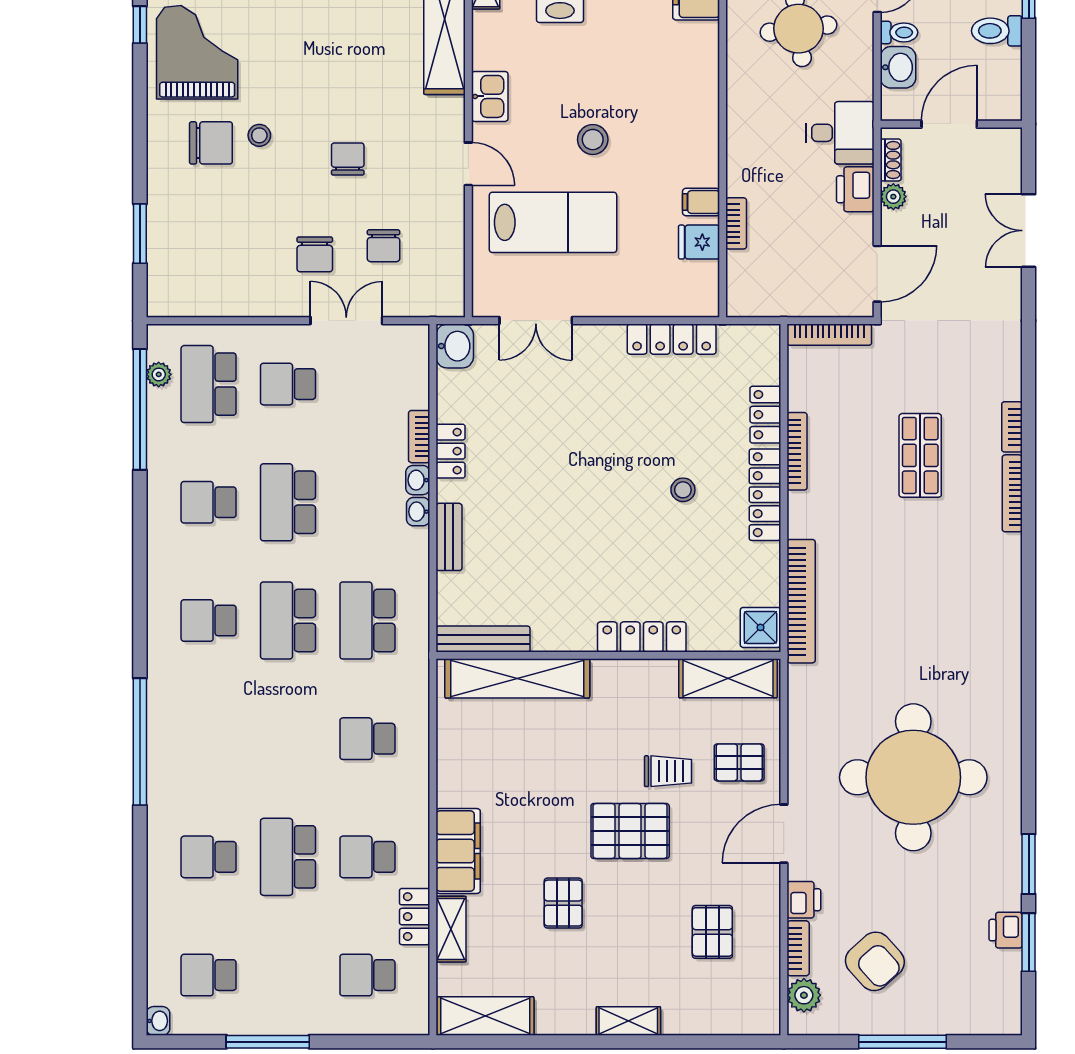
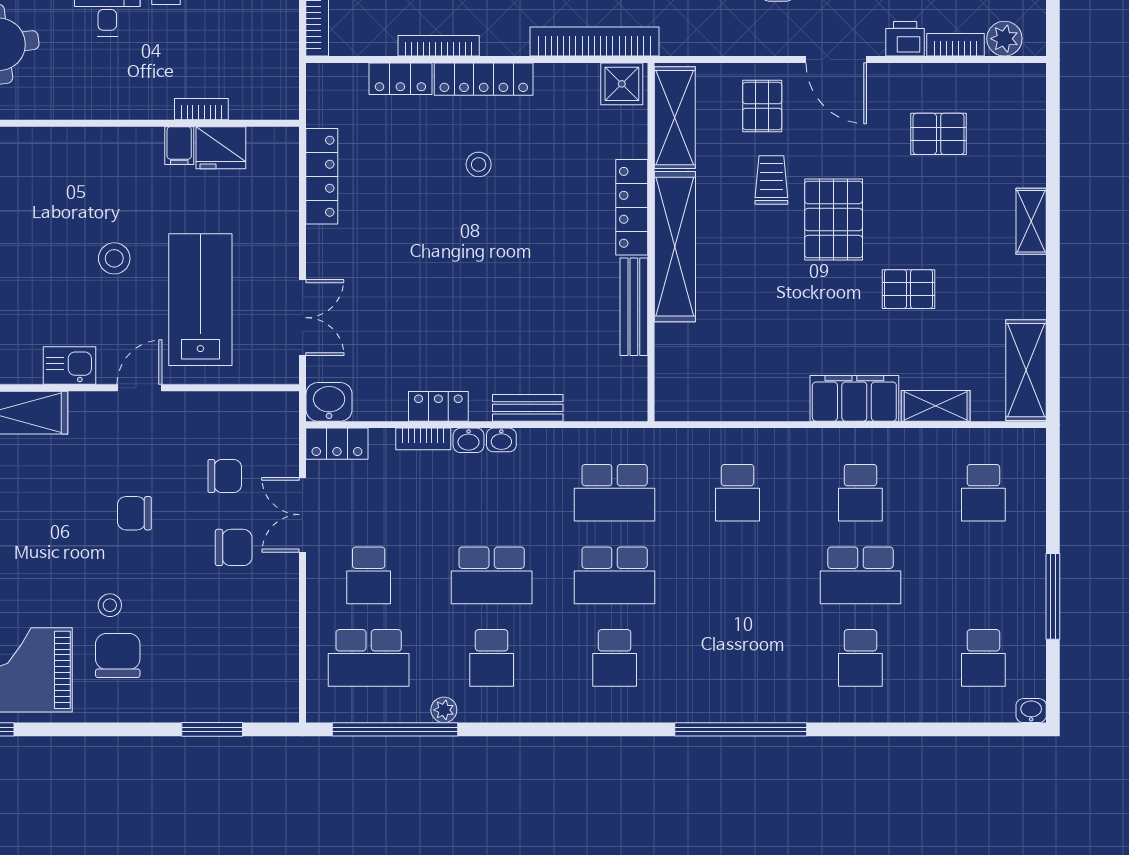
fridge: (699, 242) -> (221, 148), width x1.38
plant: (159, 374) -> (444, 710), moved
bench: (483, 639) -> (634, 307), moved
shelving: (517, 678) -> (675, 247), moved
locker: (415, 917) -> (337, 444), moved

